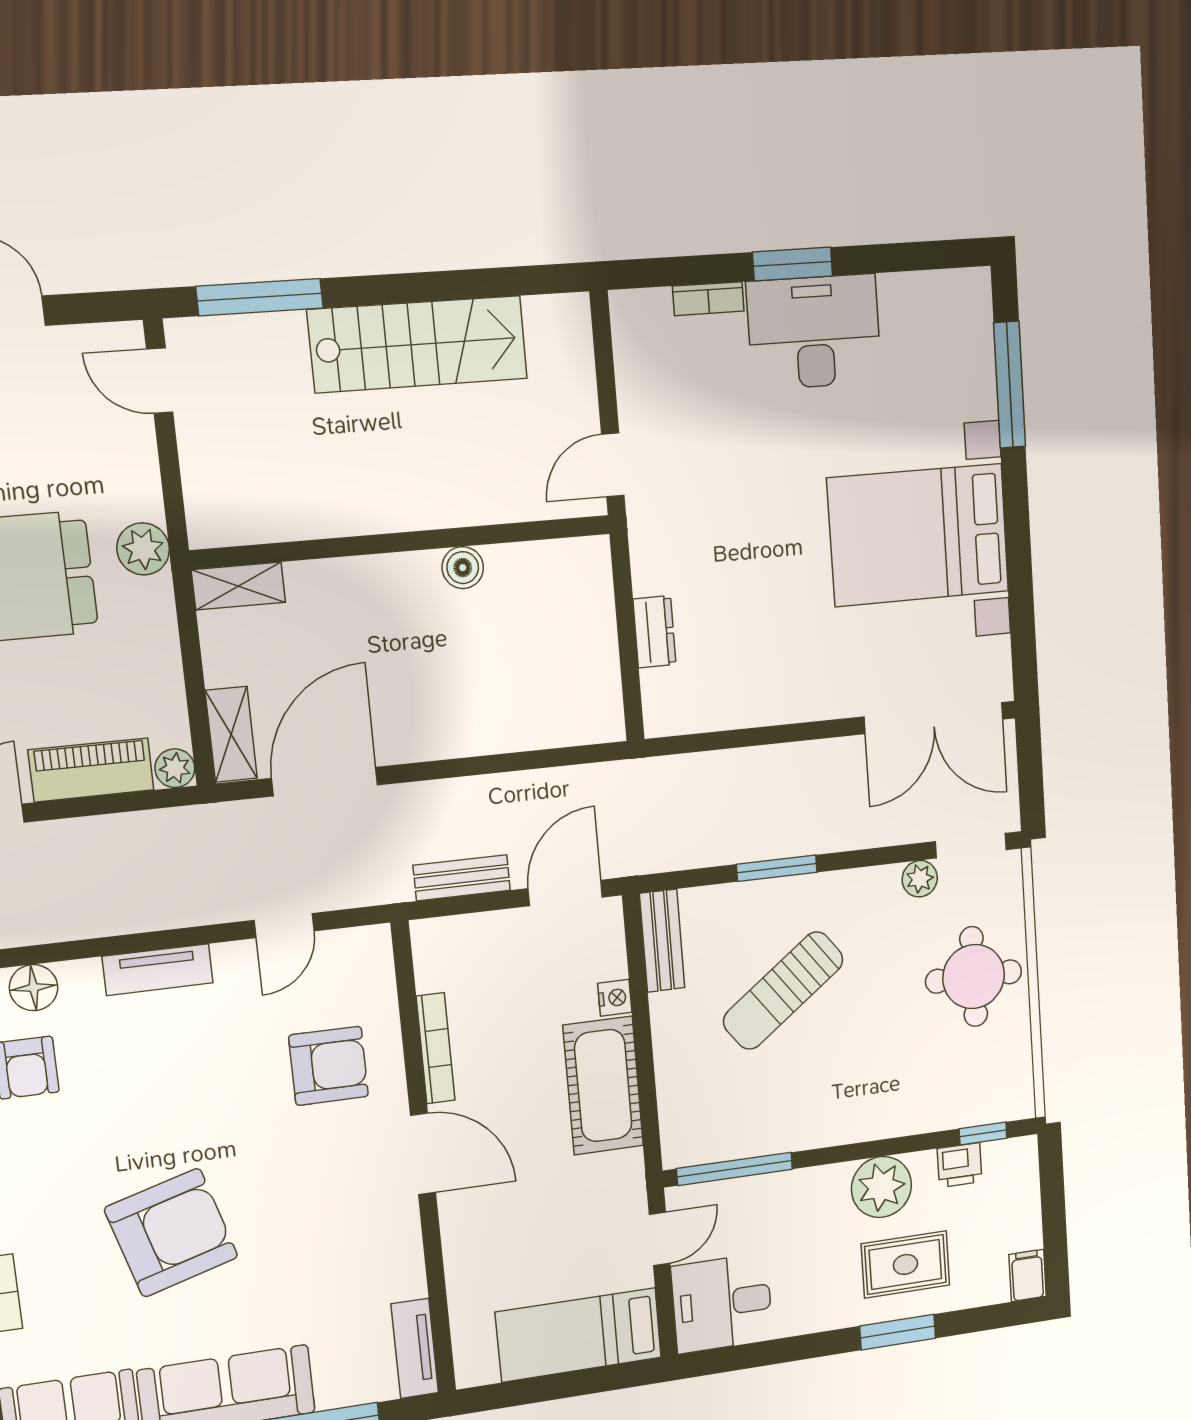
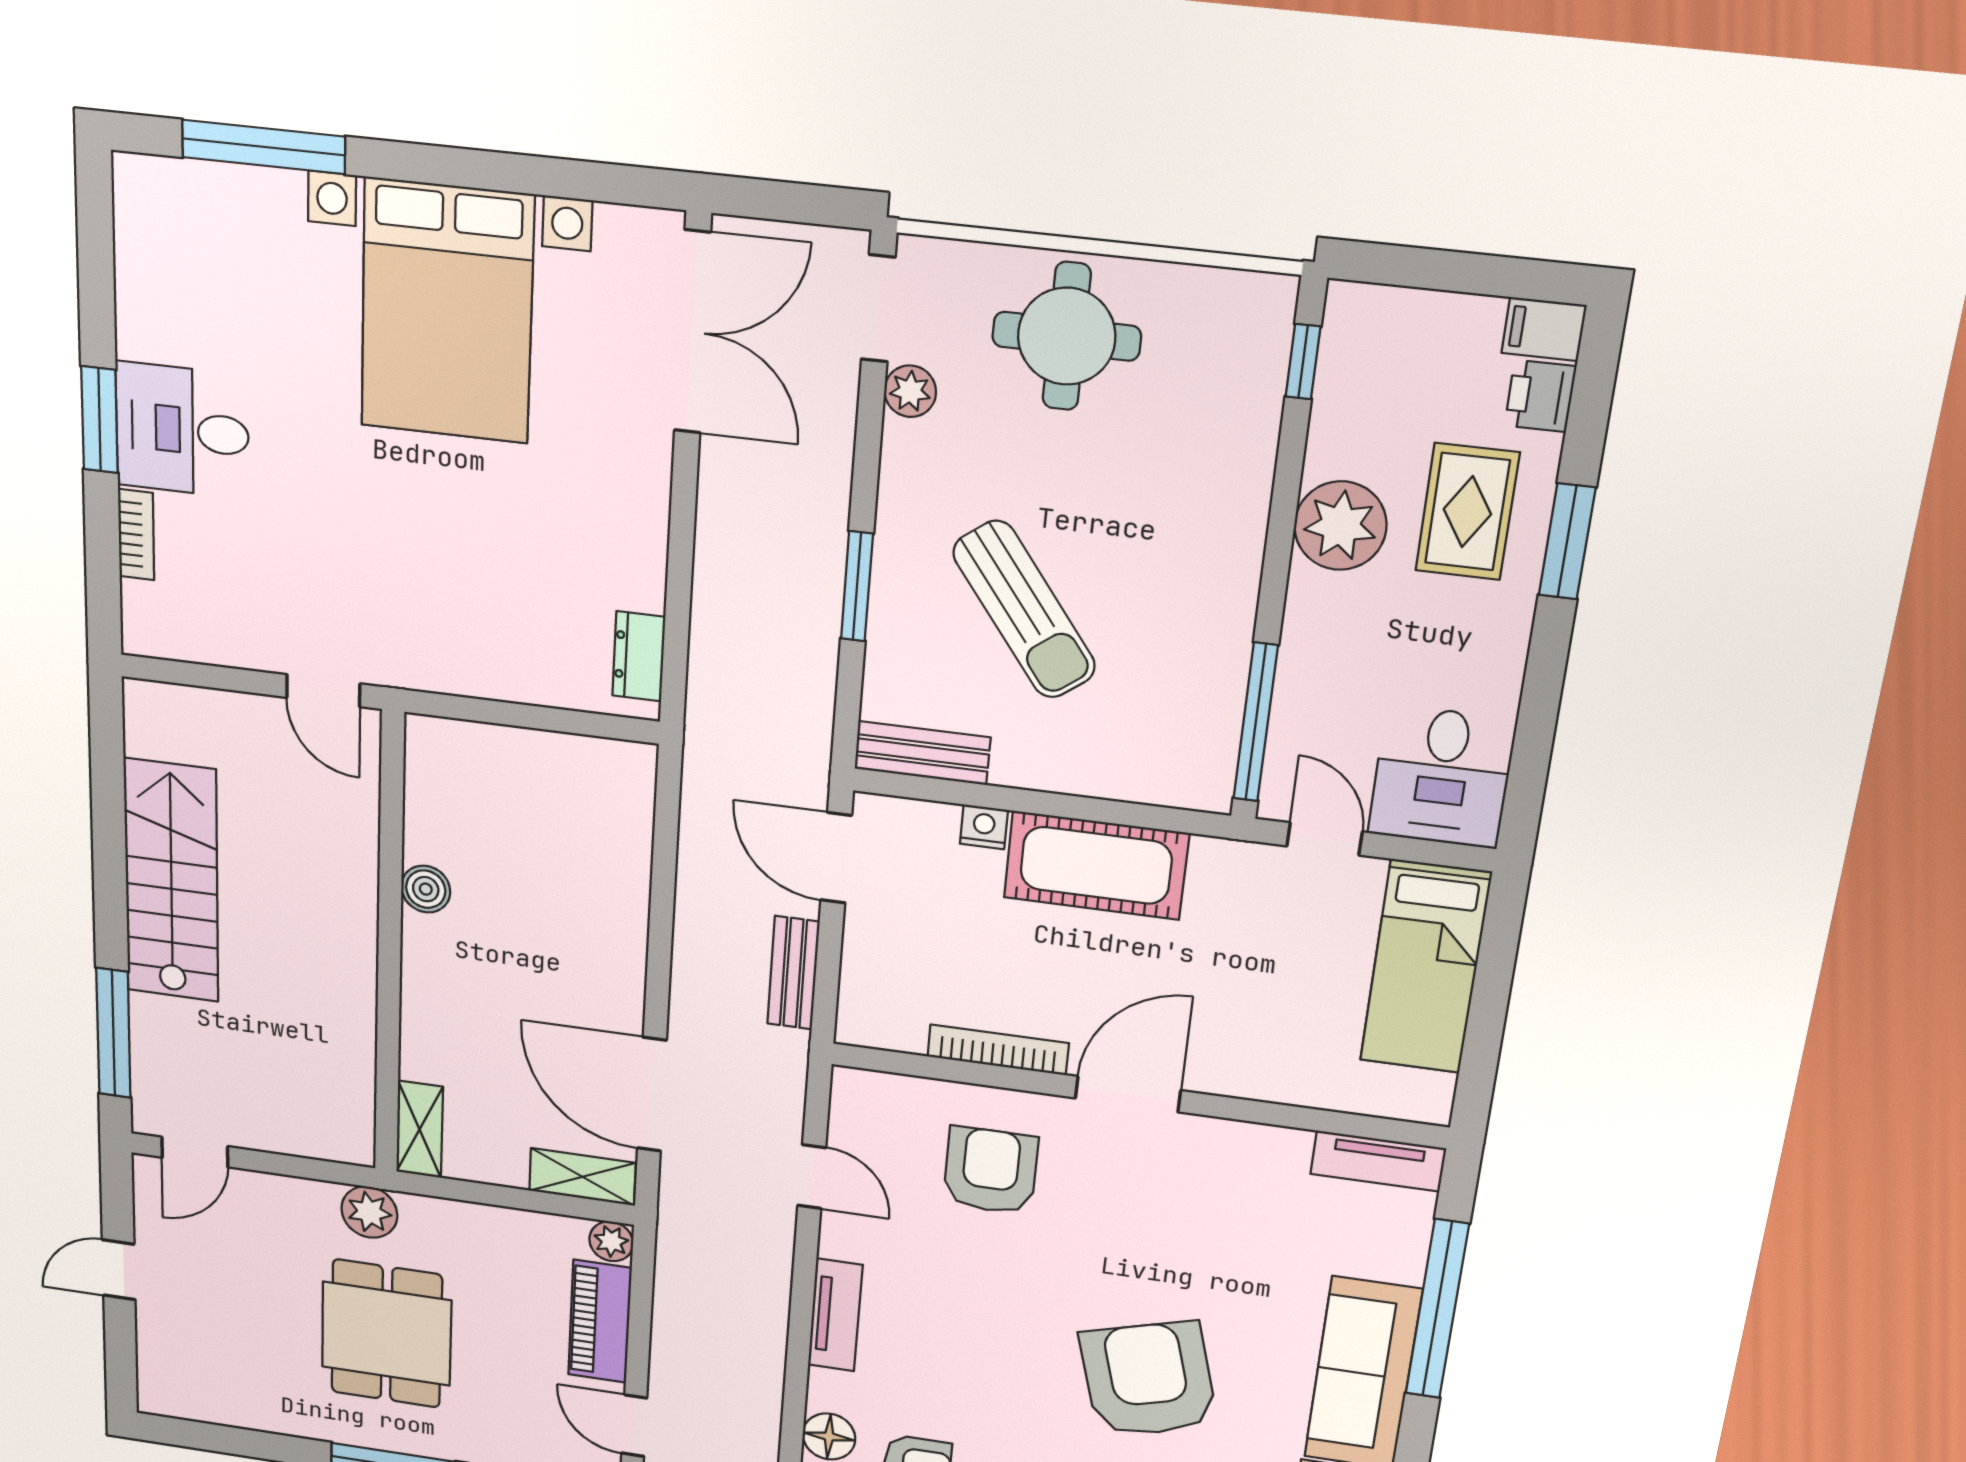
desk: (814, 332) -> (182, 430), width x0.73
dresser: (654, 632) -> (639, 656), moved, turned -90
printer: (960, 1165) -> (1540, 396), moved, turned 180

